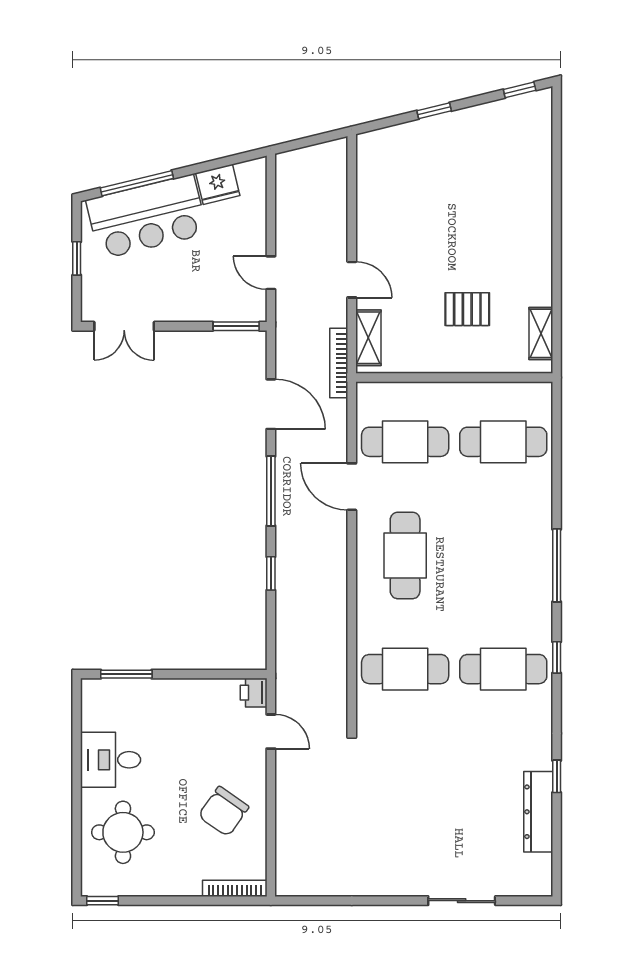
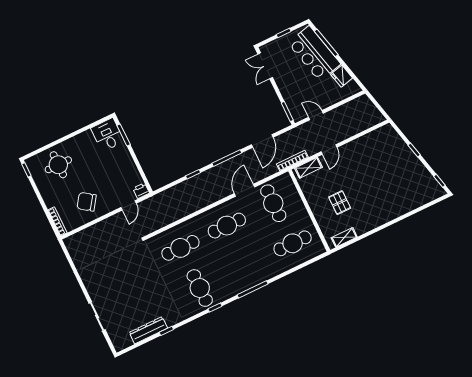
door: (271, 273) -> (316, 115), hinge flipped
cafe table: (503, 442) -> (293, 243), turned 90
cafe table: (405, 669) -> (180, 248), turned 90
desk: (111, 760) -> (108, 135), moved

